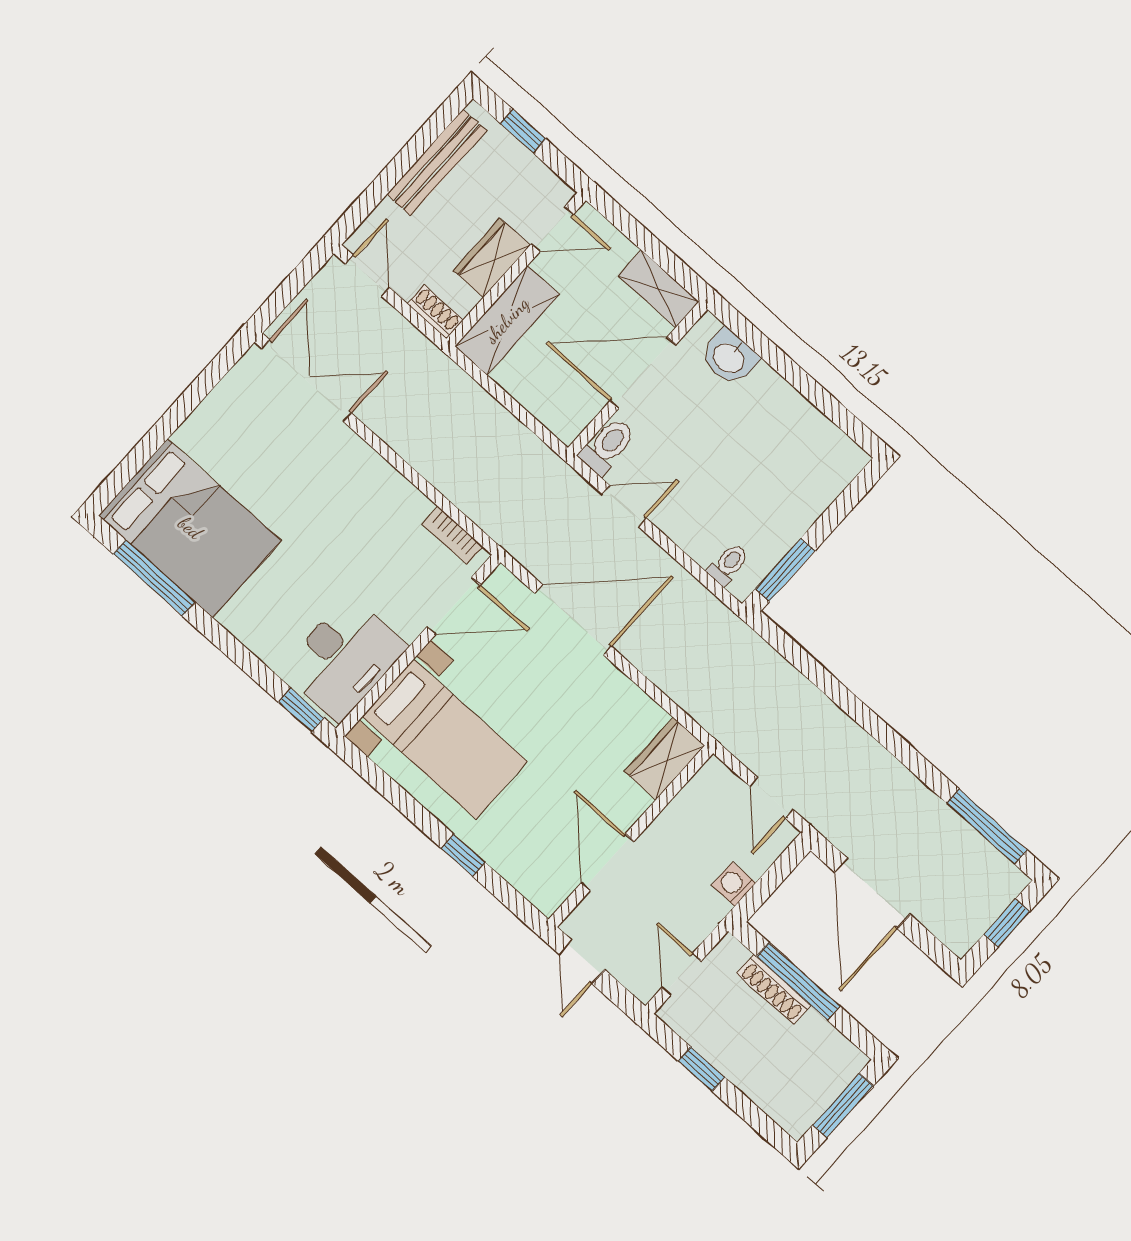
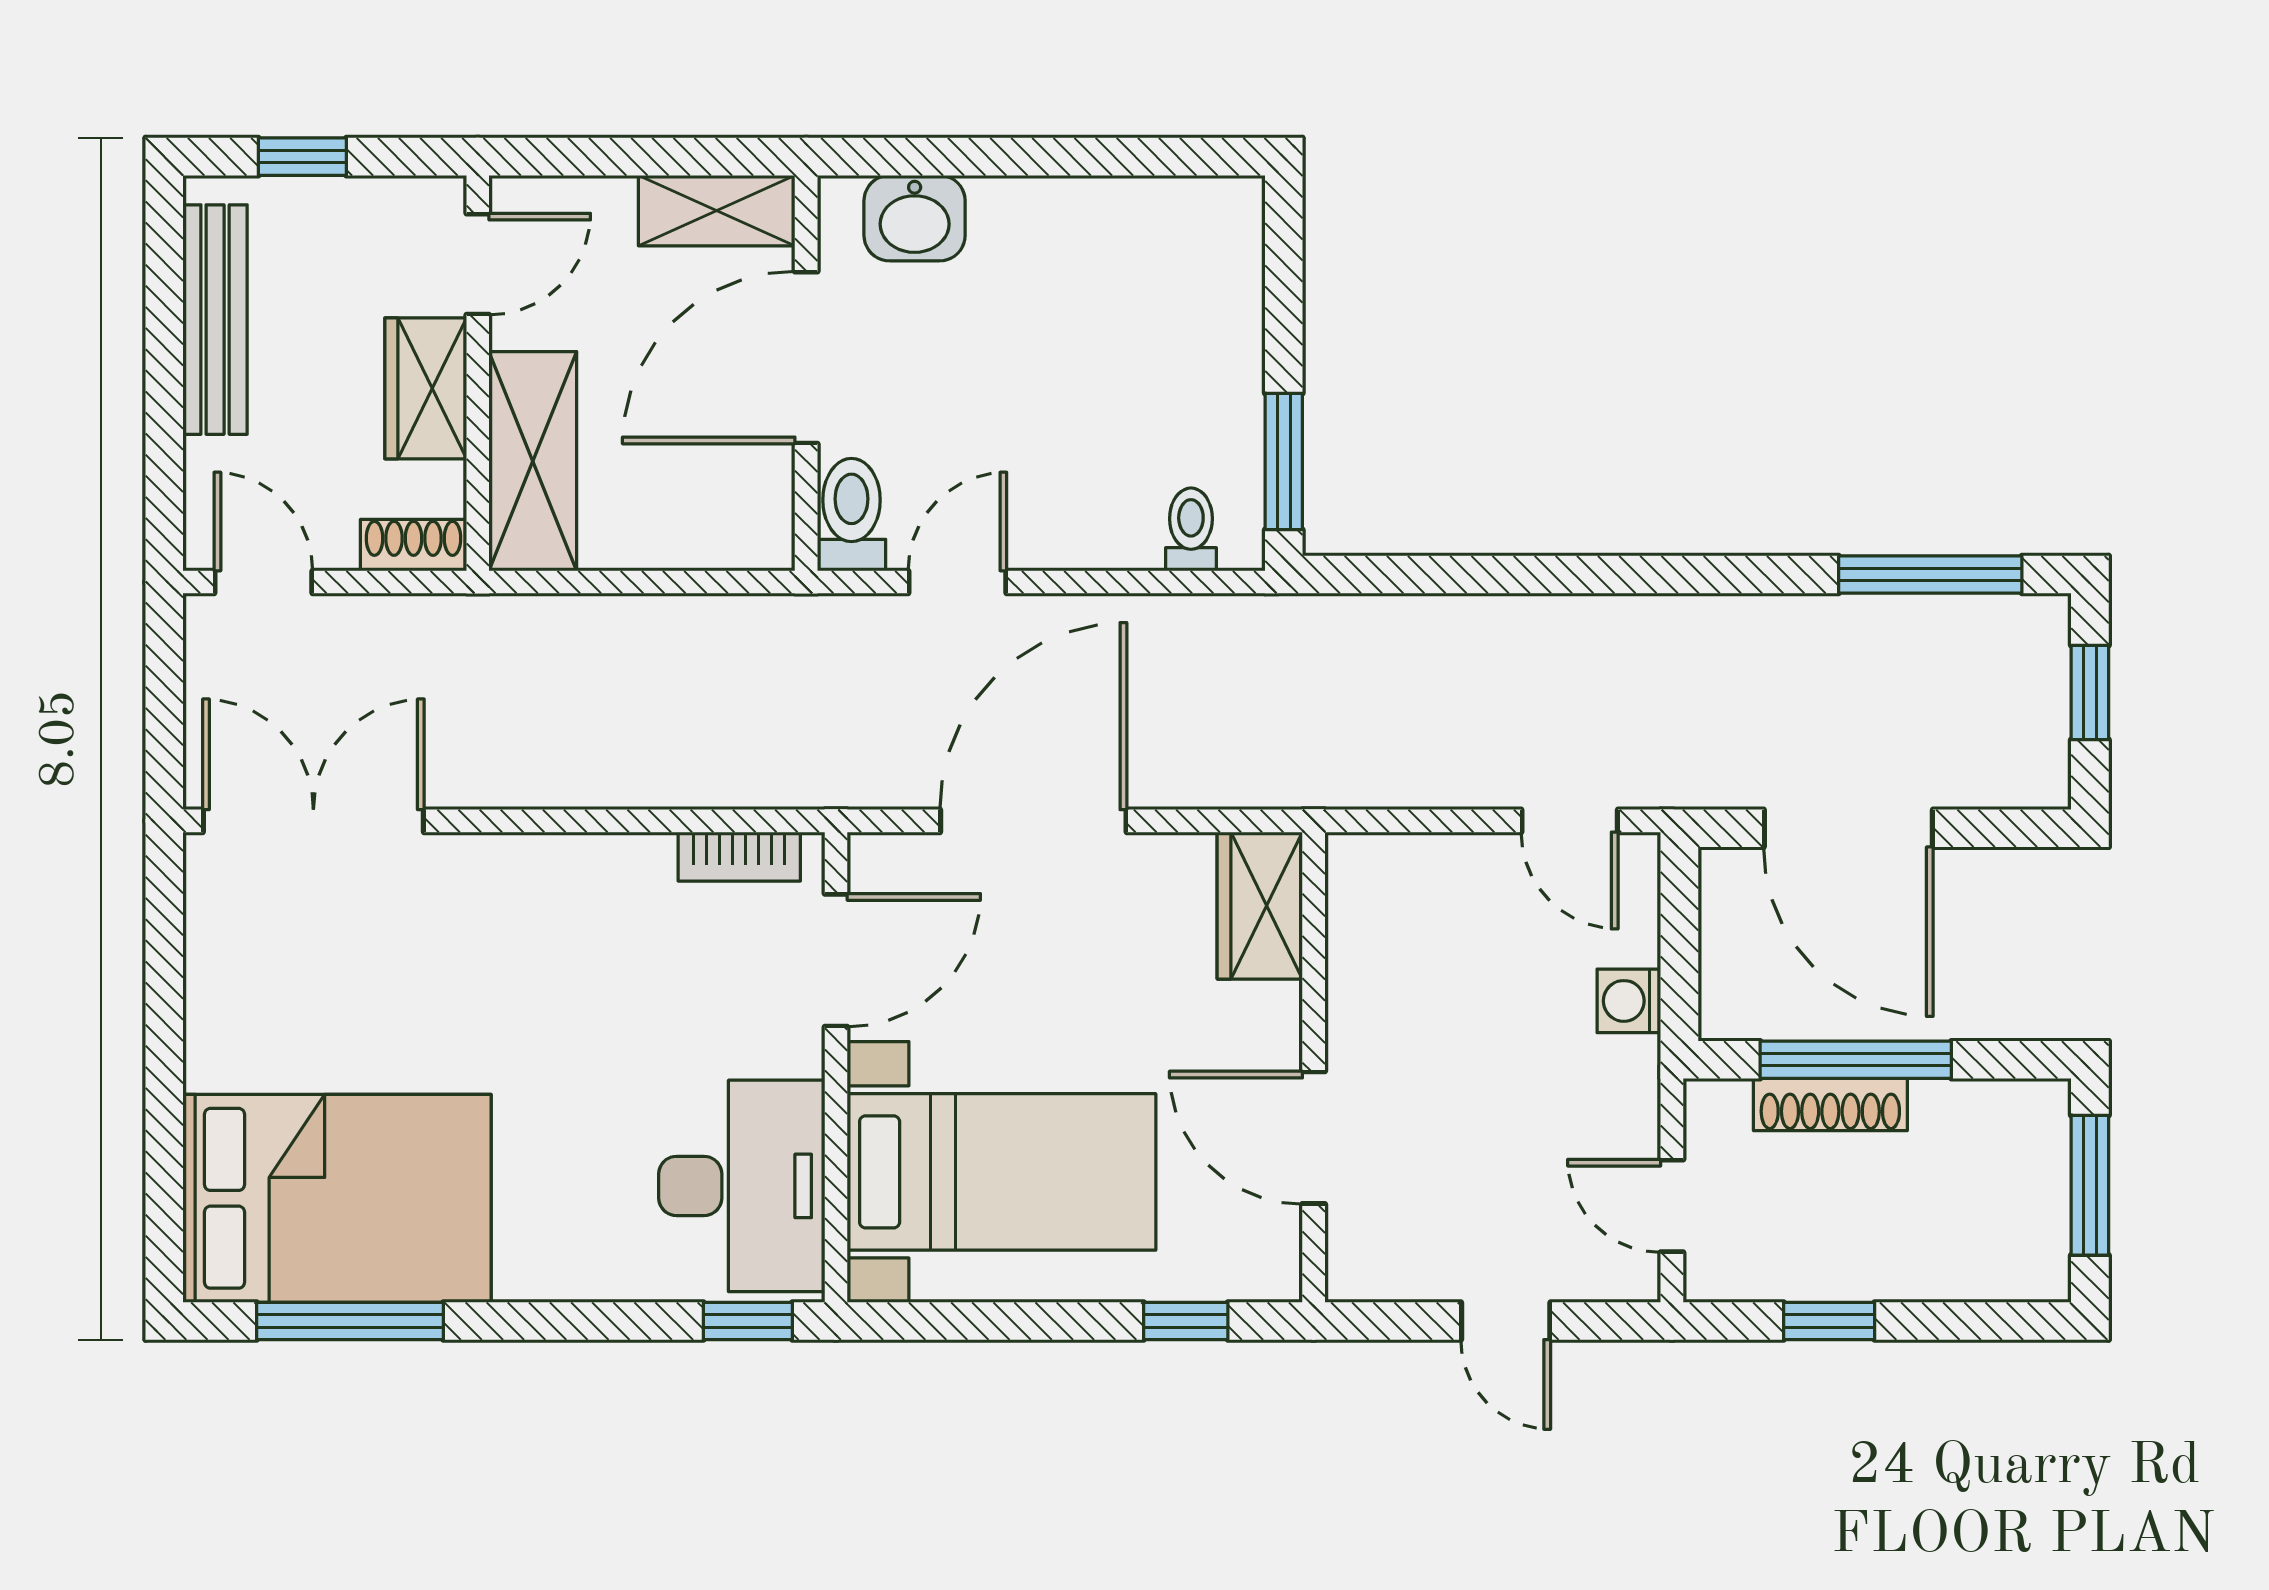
wardrobe: (665, 759) -> (1260, 906), moved
wall: (631, 836) -> (1314, 1067), moved
door: (607, 862) -> (1314, 1138), moved

